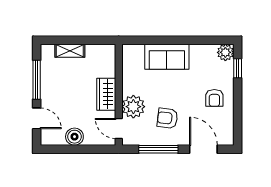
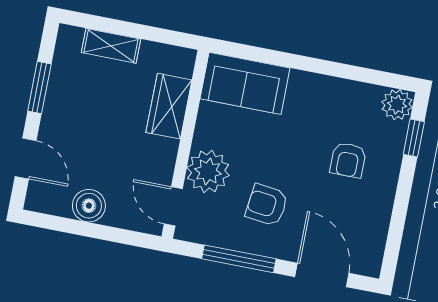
sofa: (167, 57) -> (245, 83), moved
window: (37, 80) -> (39, 87), width x0.69
wardrobe: (106, 94) -> (169, 106), moved
armchair: (214, 98) -> (348, 160), moved

